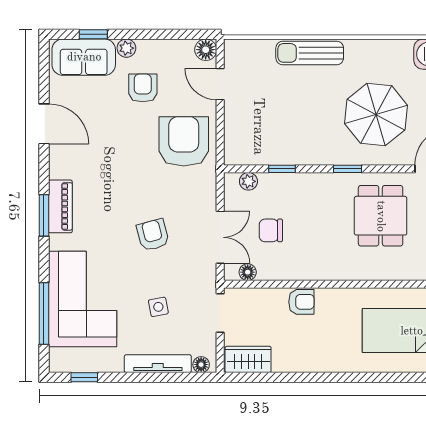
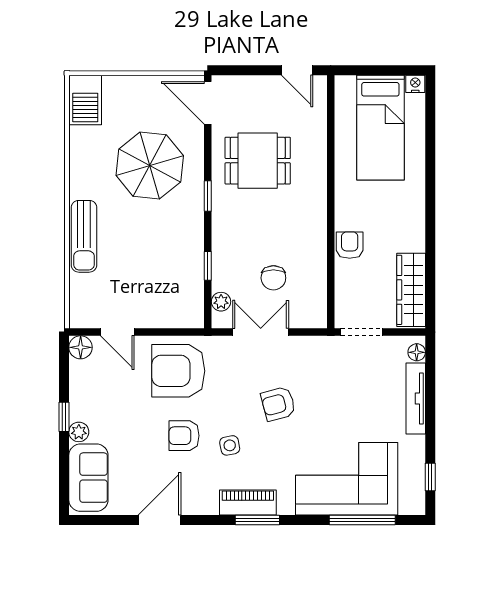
window: (93, 34) -> (64, 417), moved
door: (220, 84) -> (117, 332), hinge flipped
armchair: (143, 88) -> (184, 436), moved
double door: (220, 237) -> (261, 332), moved
floor lamp: (248, 272) -> (318, 303), removed
side table: (158, 307) -> (230, 445), moved
wardrobe: (248, 359) -> (411, 290), width x1.50

